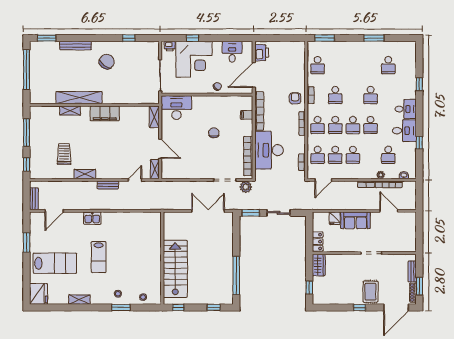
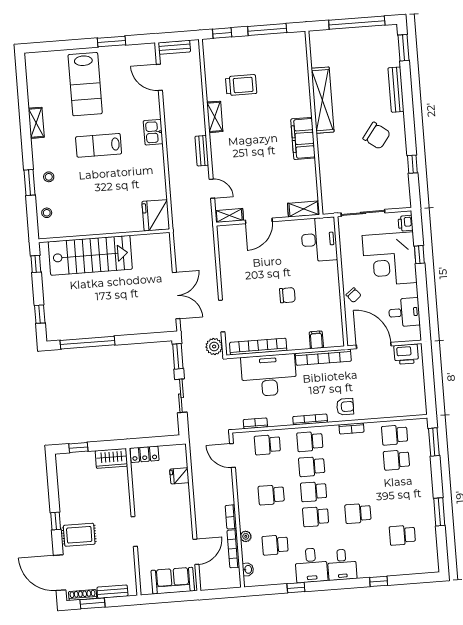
school desk: (335, 95) -> (397, 460), moved
shelving: (70, 111) -> (303, 89), removed
school desk: (335, 155) -> (269, 470), removed
sofa: (355, 220) -> (173, 581), moved, turned 90
fridge: (39, 294) -> (156, 215), moved, turned 90

